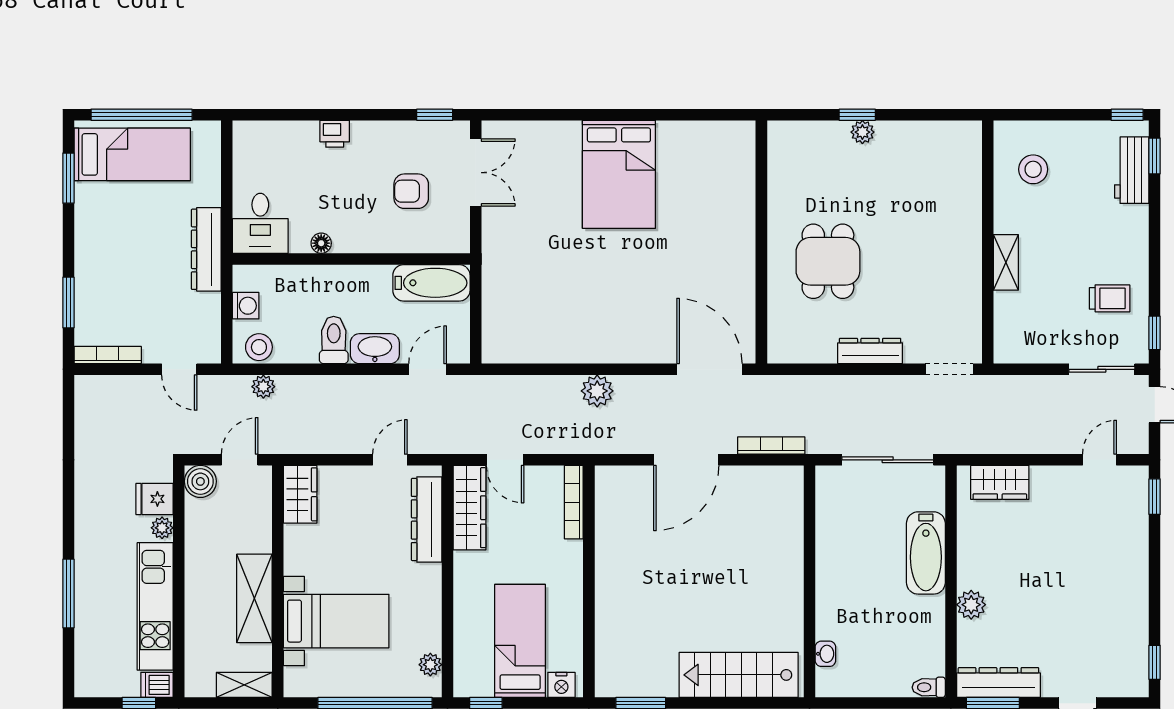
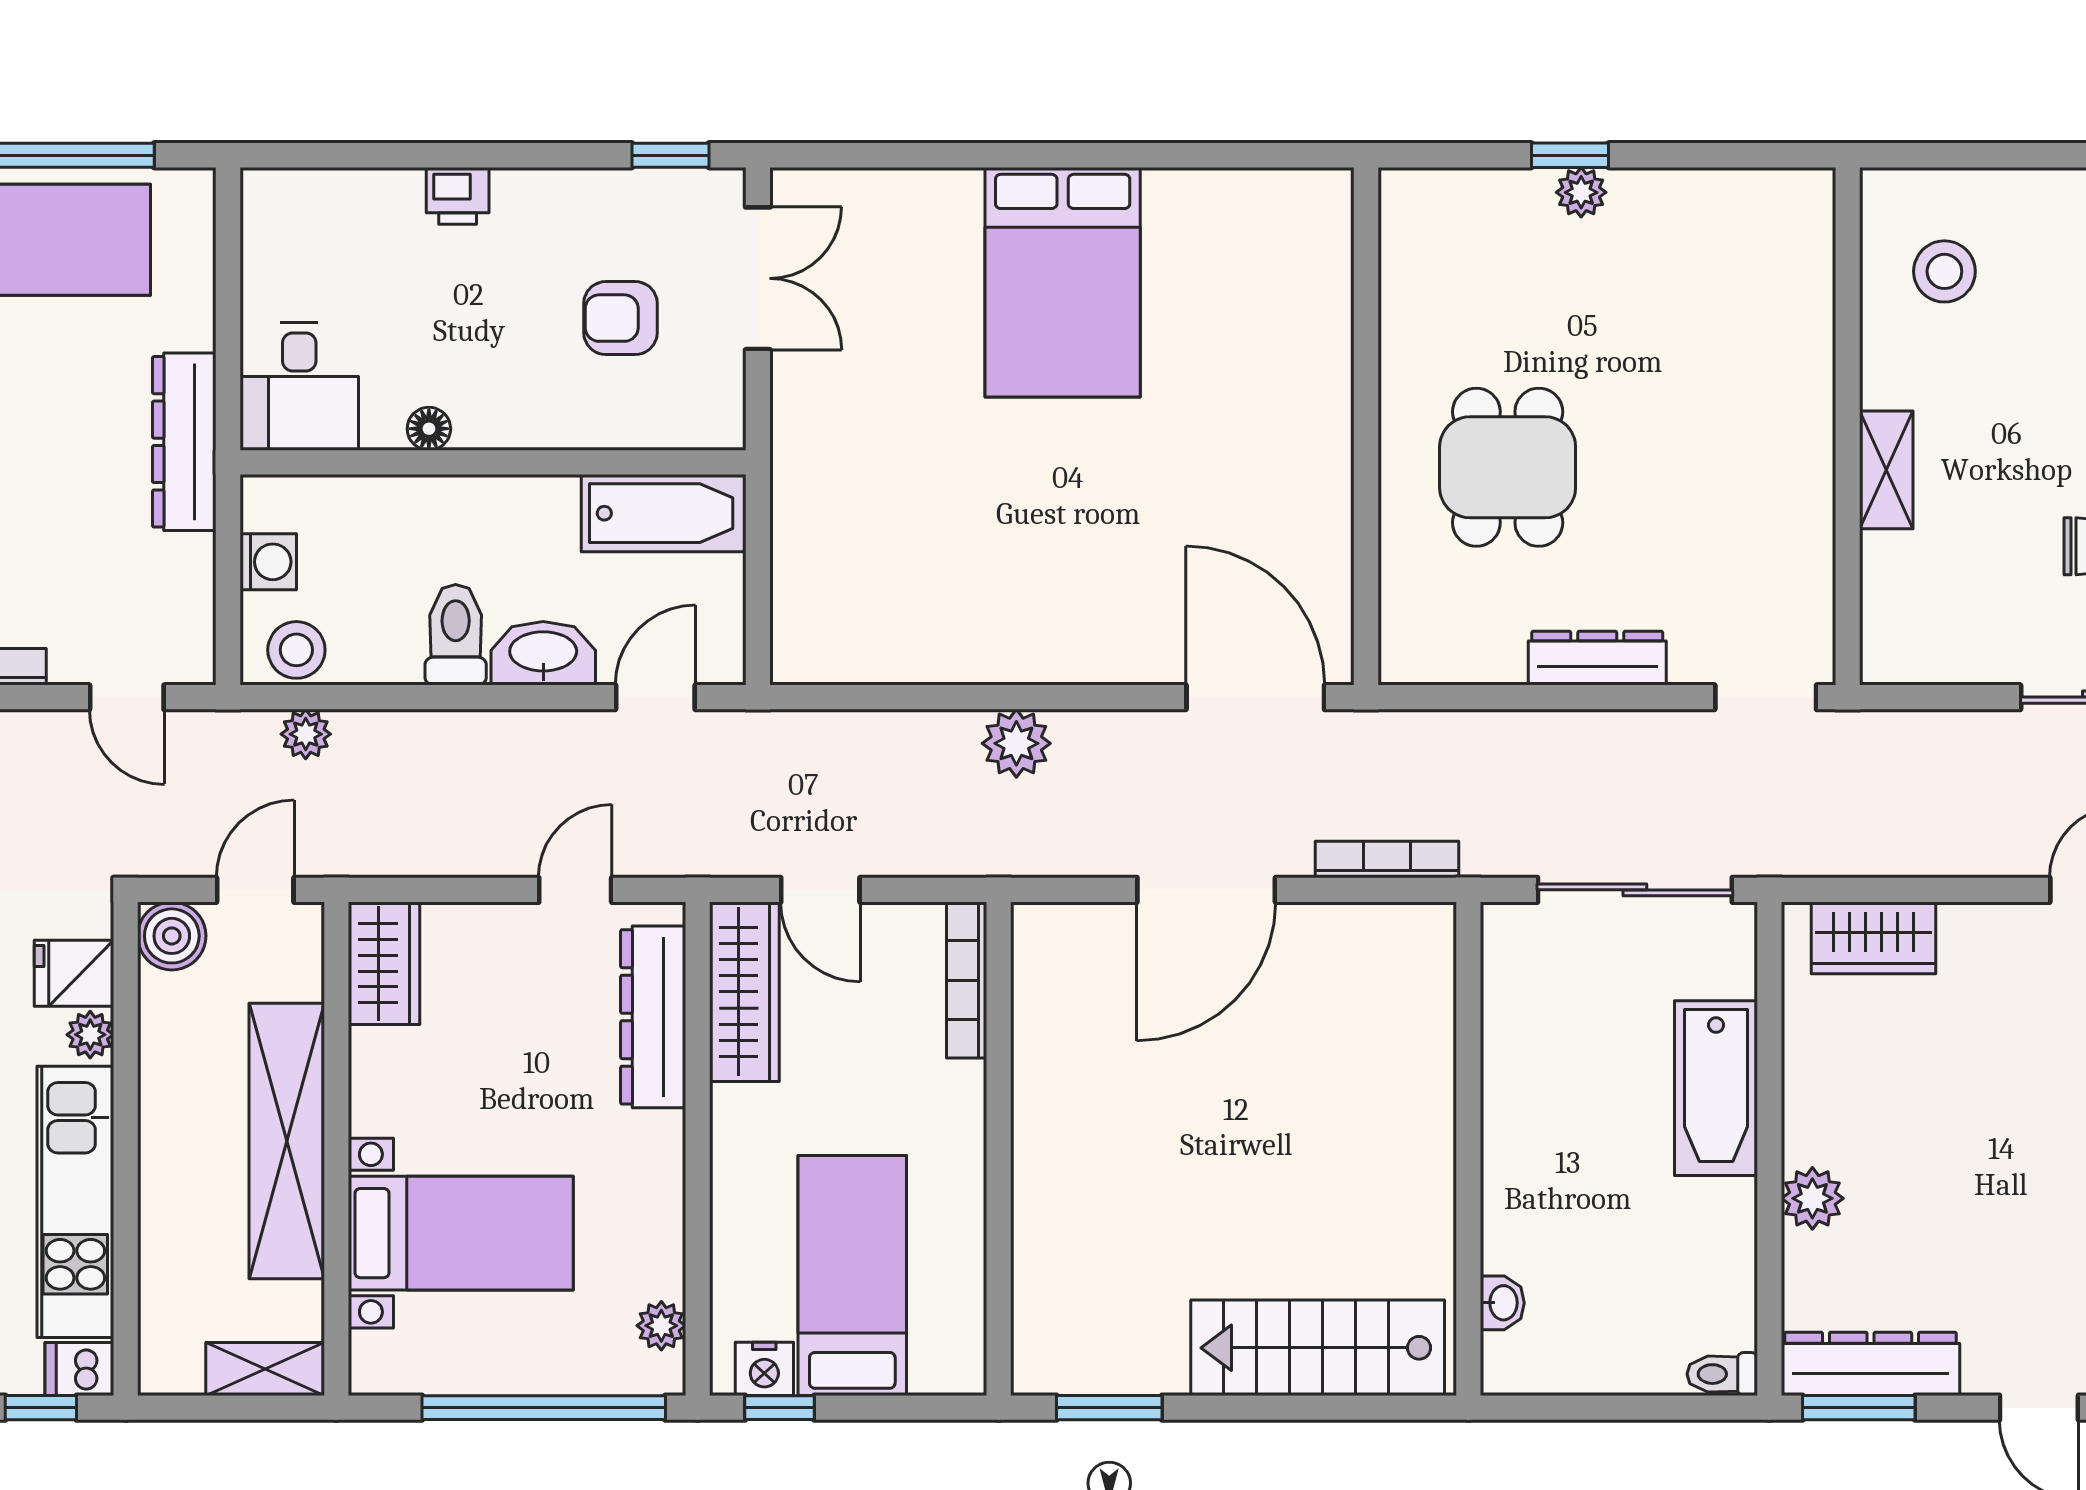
shelving: (254, 598) -> (287, 1141), width x1.47
nightstand: (561, 685) -> (764, 1369), moved

